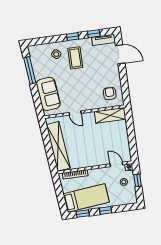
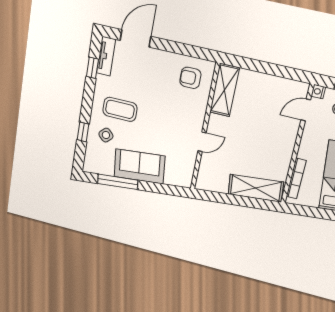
window: (73, 37) -> (83, 132), moved
sofa: (48, 94) -> (139, 166), moved
shelving: (58, 146) -> (256, 188), width x0.68

